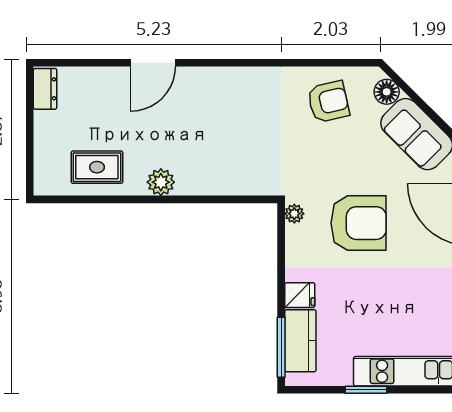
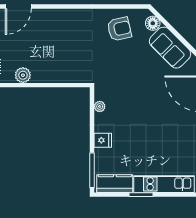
plant: (294, 214) -> (100, 106), moved
armchair: (359, 223) -> (137, 99), removed
kitchen counter: (300, 341) -> (115, 184), moved, turned -90

